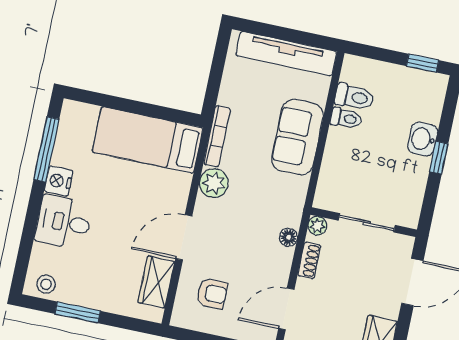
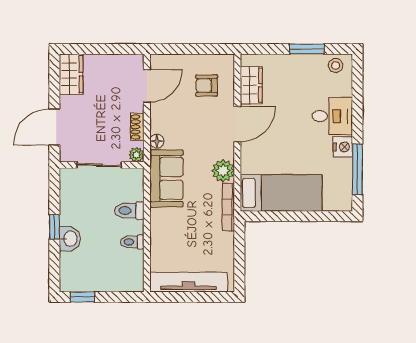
toilet: (354, 97) -> (129, 211), moved
sofa: (297, 137) -> (166, 178), moved

